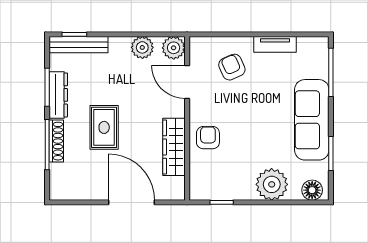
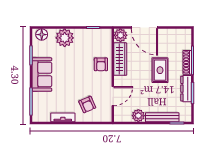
bench: (78, 45) -> (162, 117), moved
plant: (174, 48) -> (120, 35), moved
door: (187, 82) -> (113, 96), hinge flipped
sofa: (312, 120) -> (42, 74), width x0.73

